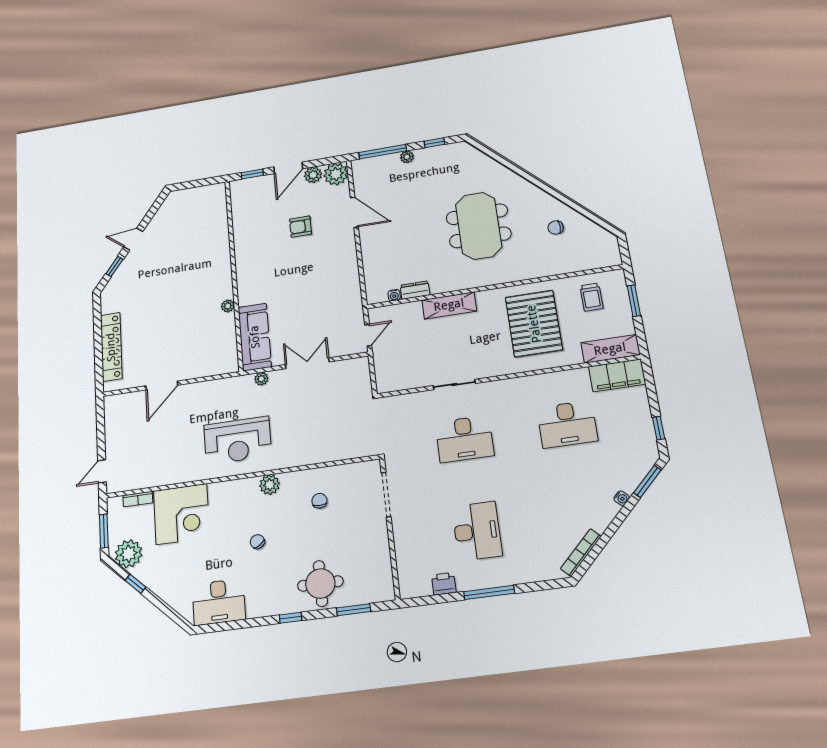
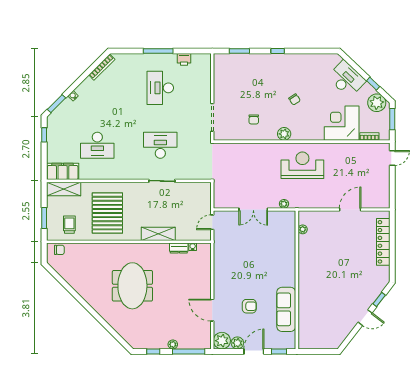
chair: (556, 228) -> (59, 250), moved
plant: (228, 306) -> (303, 229), moved
sofa: (255, 337) -> (286, 309), moved
desk: (567, 424) -> (97, 145), turned 180
round table: (320, 583) -> (258, 69), removed
desk: (219, 602) -> (347, 79), moved, turned 44

